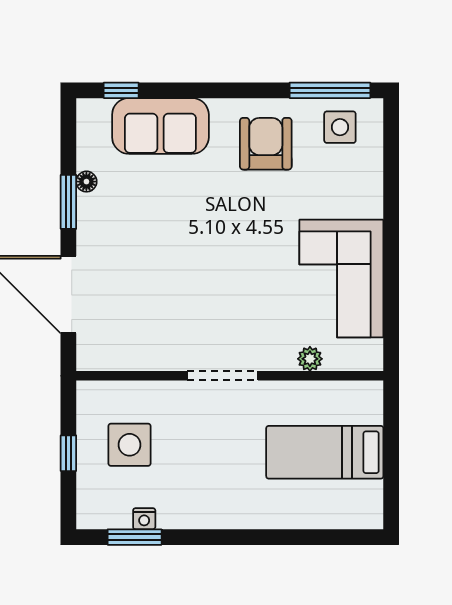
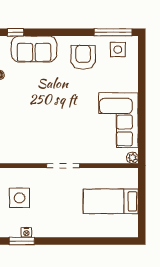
plant: (310, 359) -> (132, 158), moved

